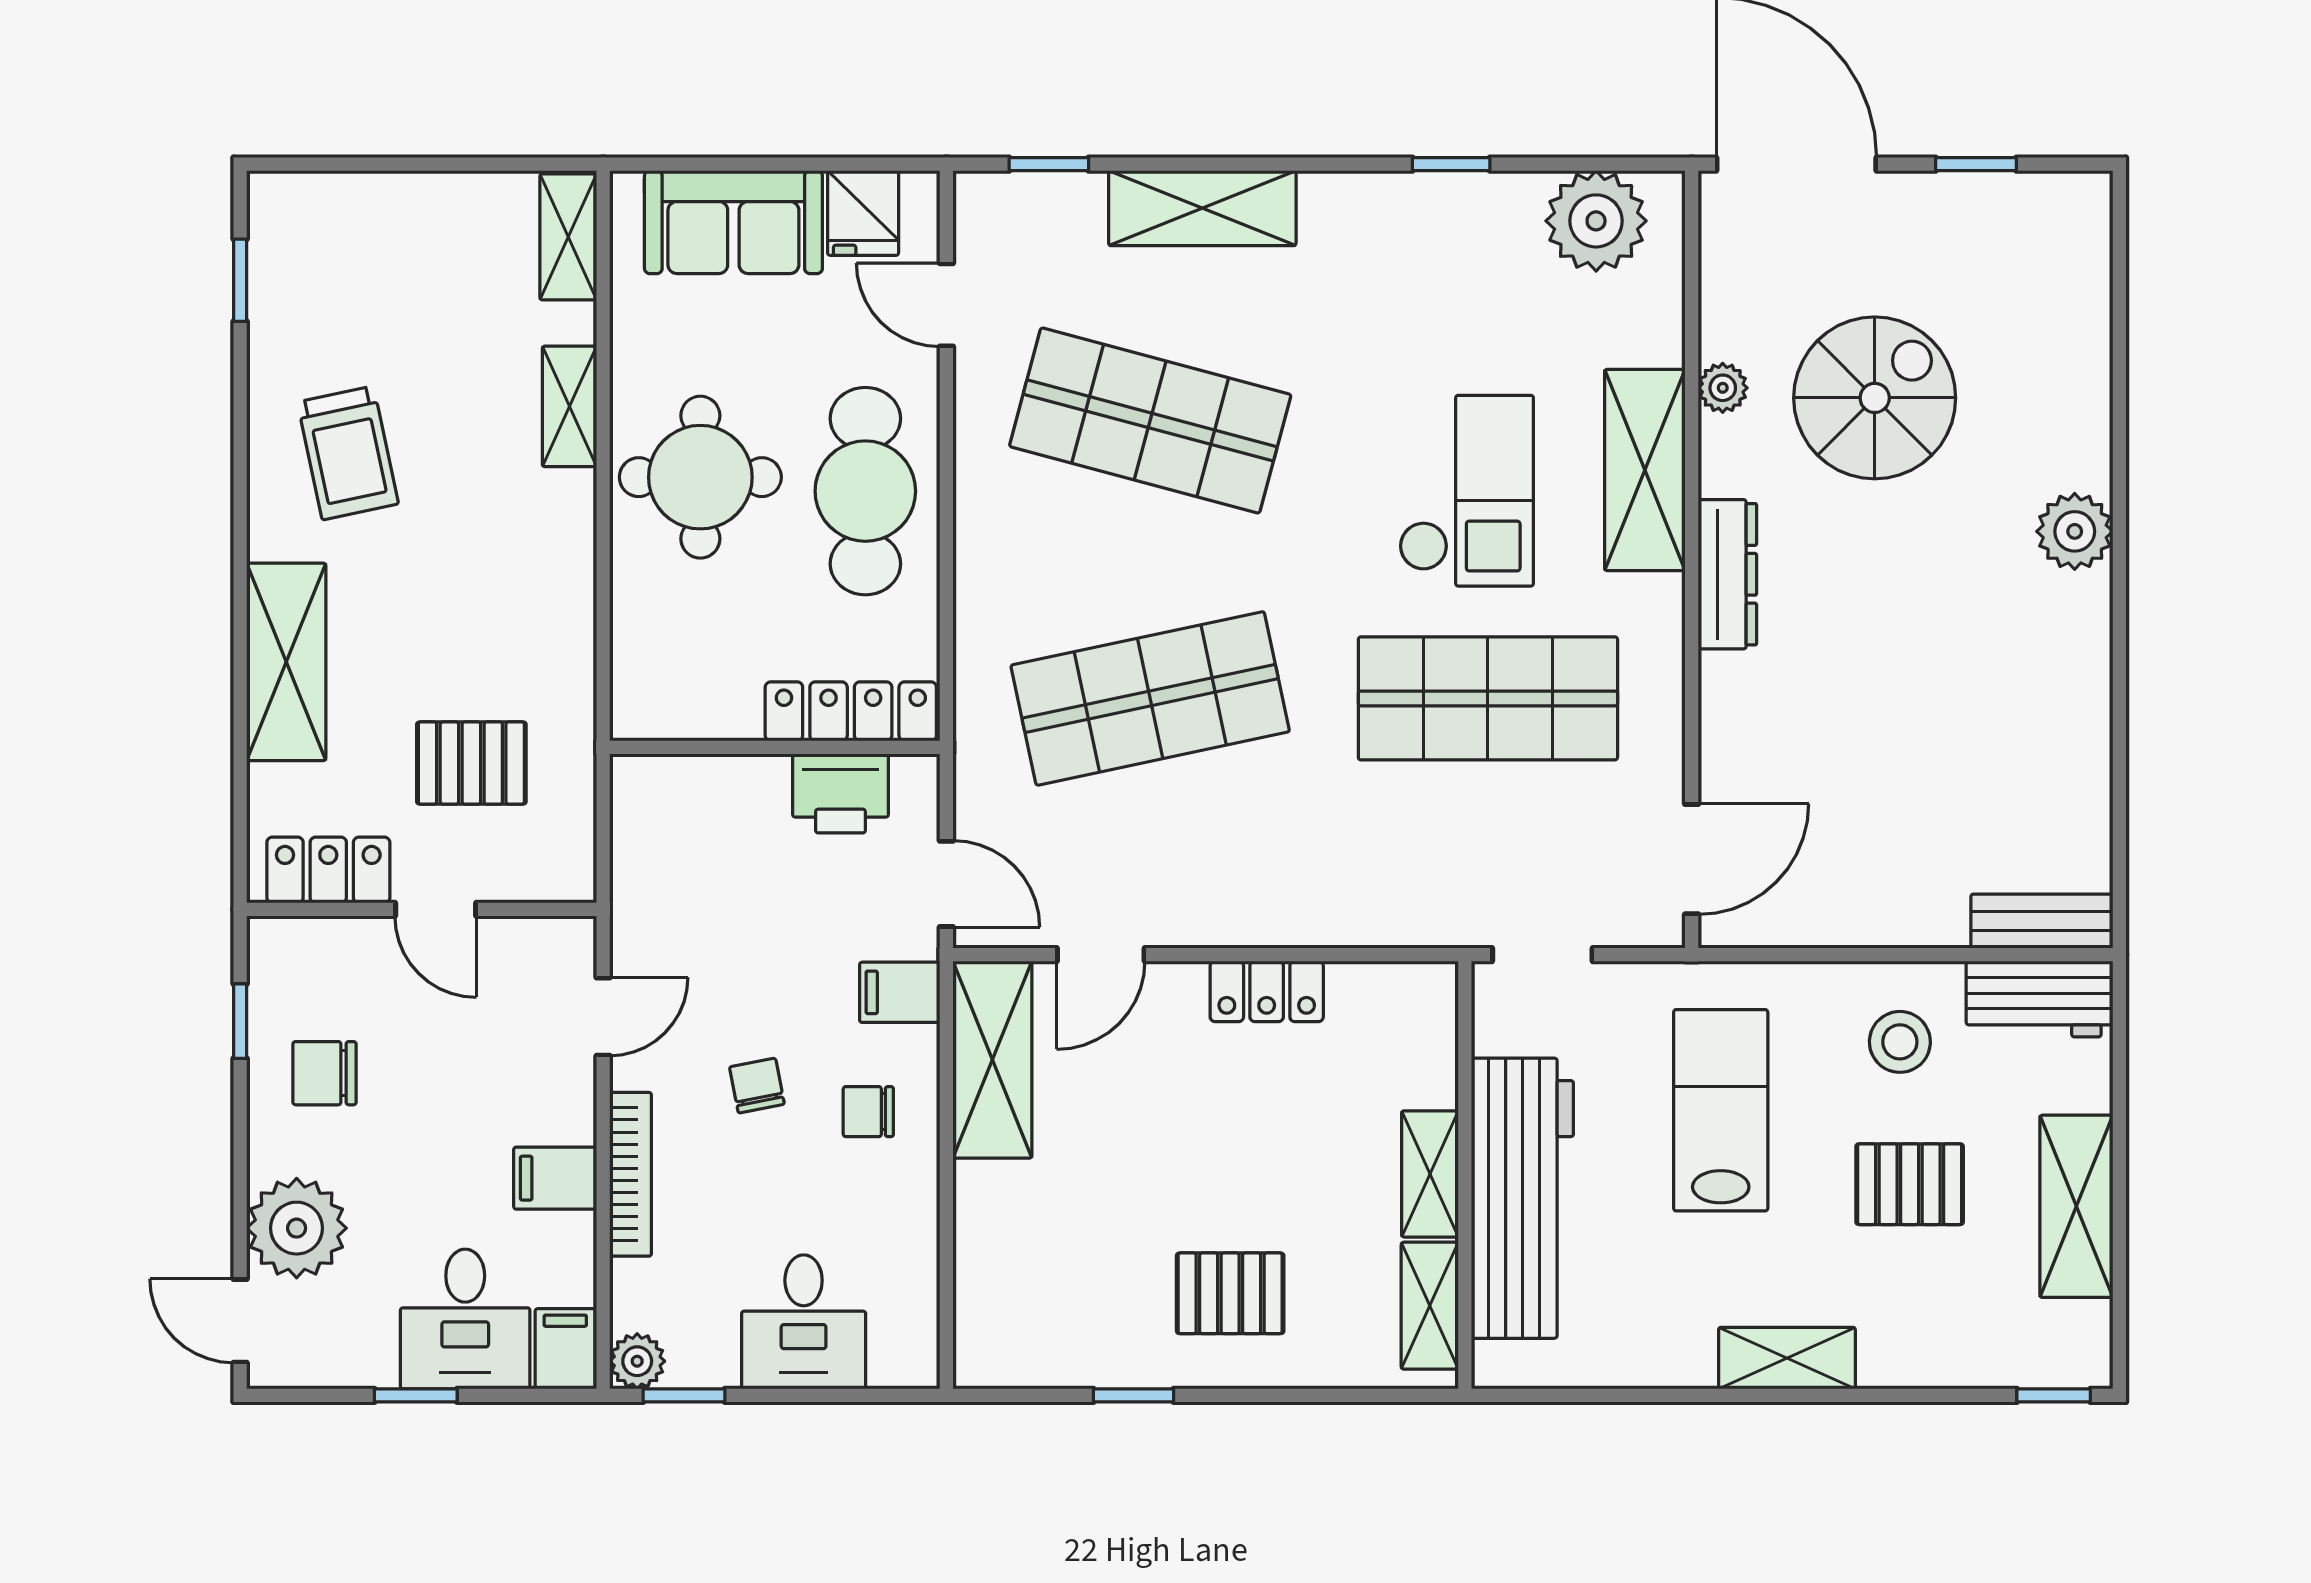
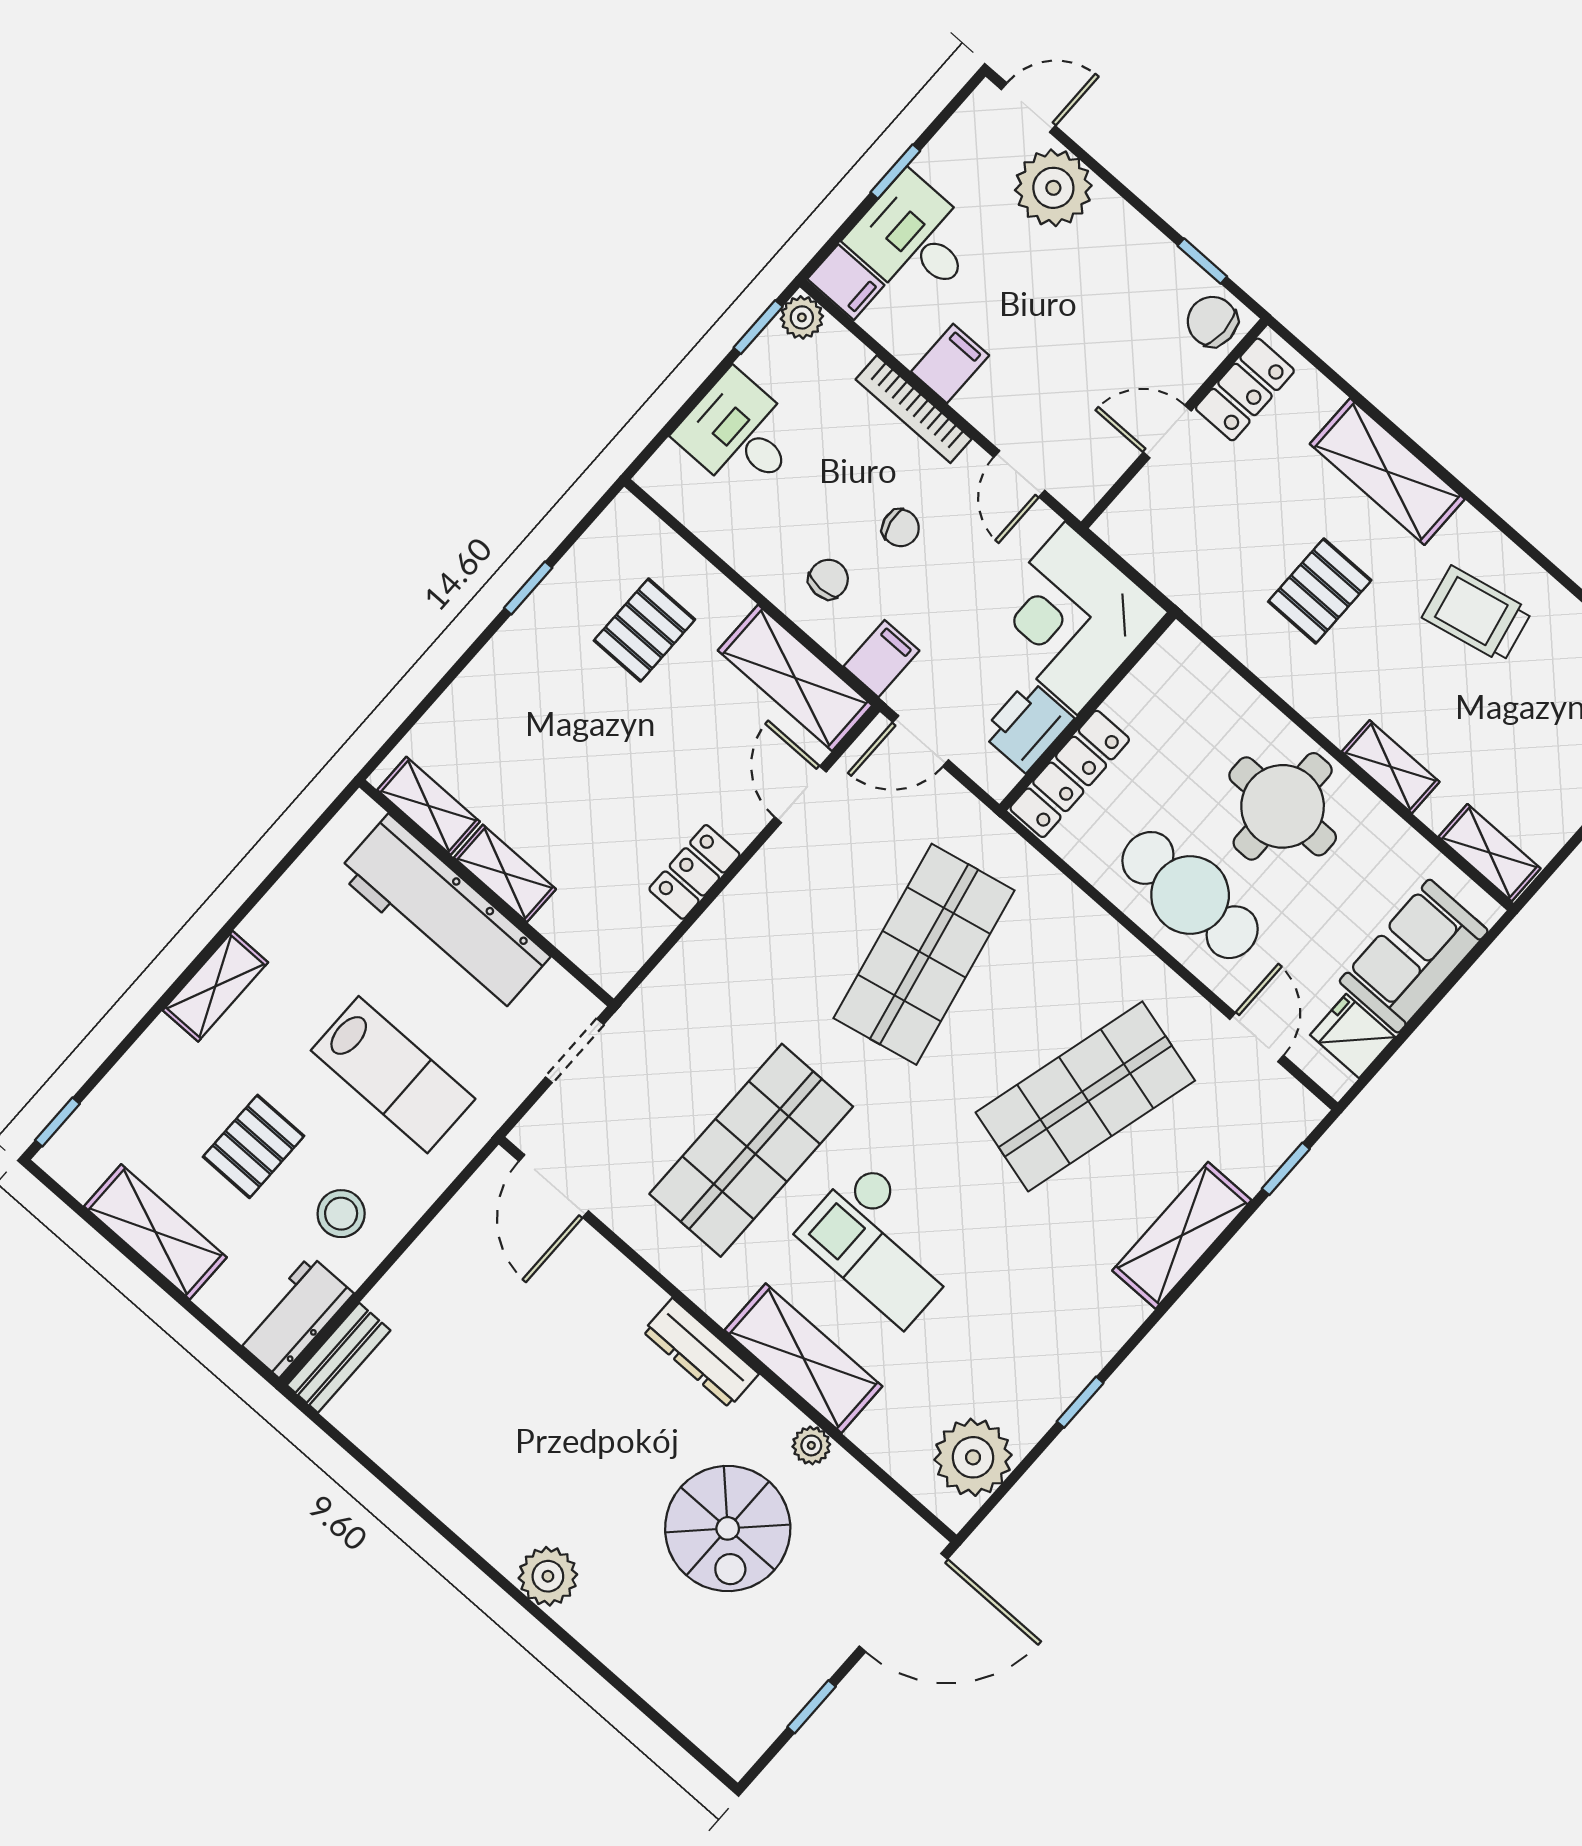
door: (946, 305) -> (1257, 1037), hinge flipped
pallet: (471, 763) -> (1320, 591), moved
corner desk: (699, 843) -> (1071, 618), added
chair: (325, 1073) -> (1212, 321), moved, turned -90
pallet: (1230, 1293) -> (644, 630), moved

